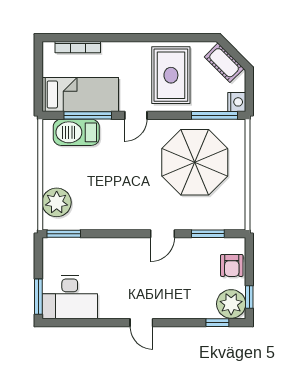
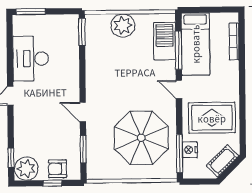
nightstand: (237, 102) -> (190, 150), moved, turned 90
plant: (57, 202) -> (123, 25), moved
desk: (70, 297) -> (31, 59), moved
window: (249, 297) -> (53, 183), moved

